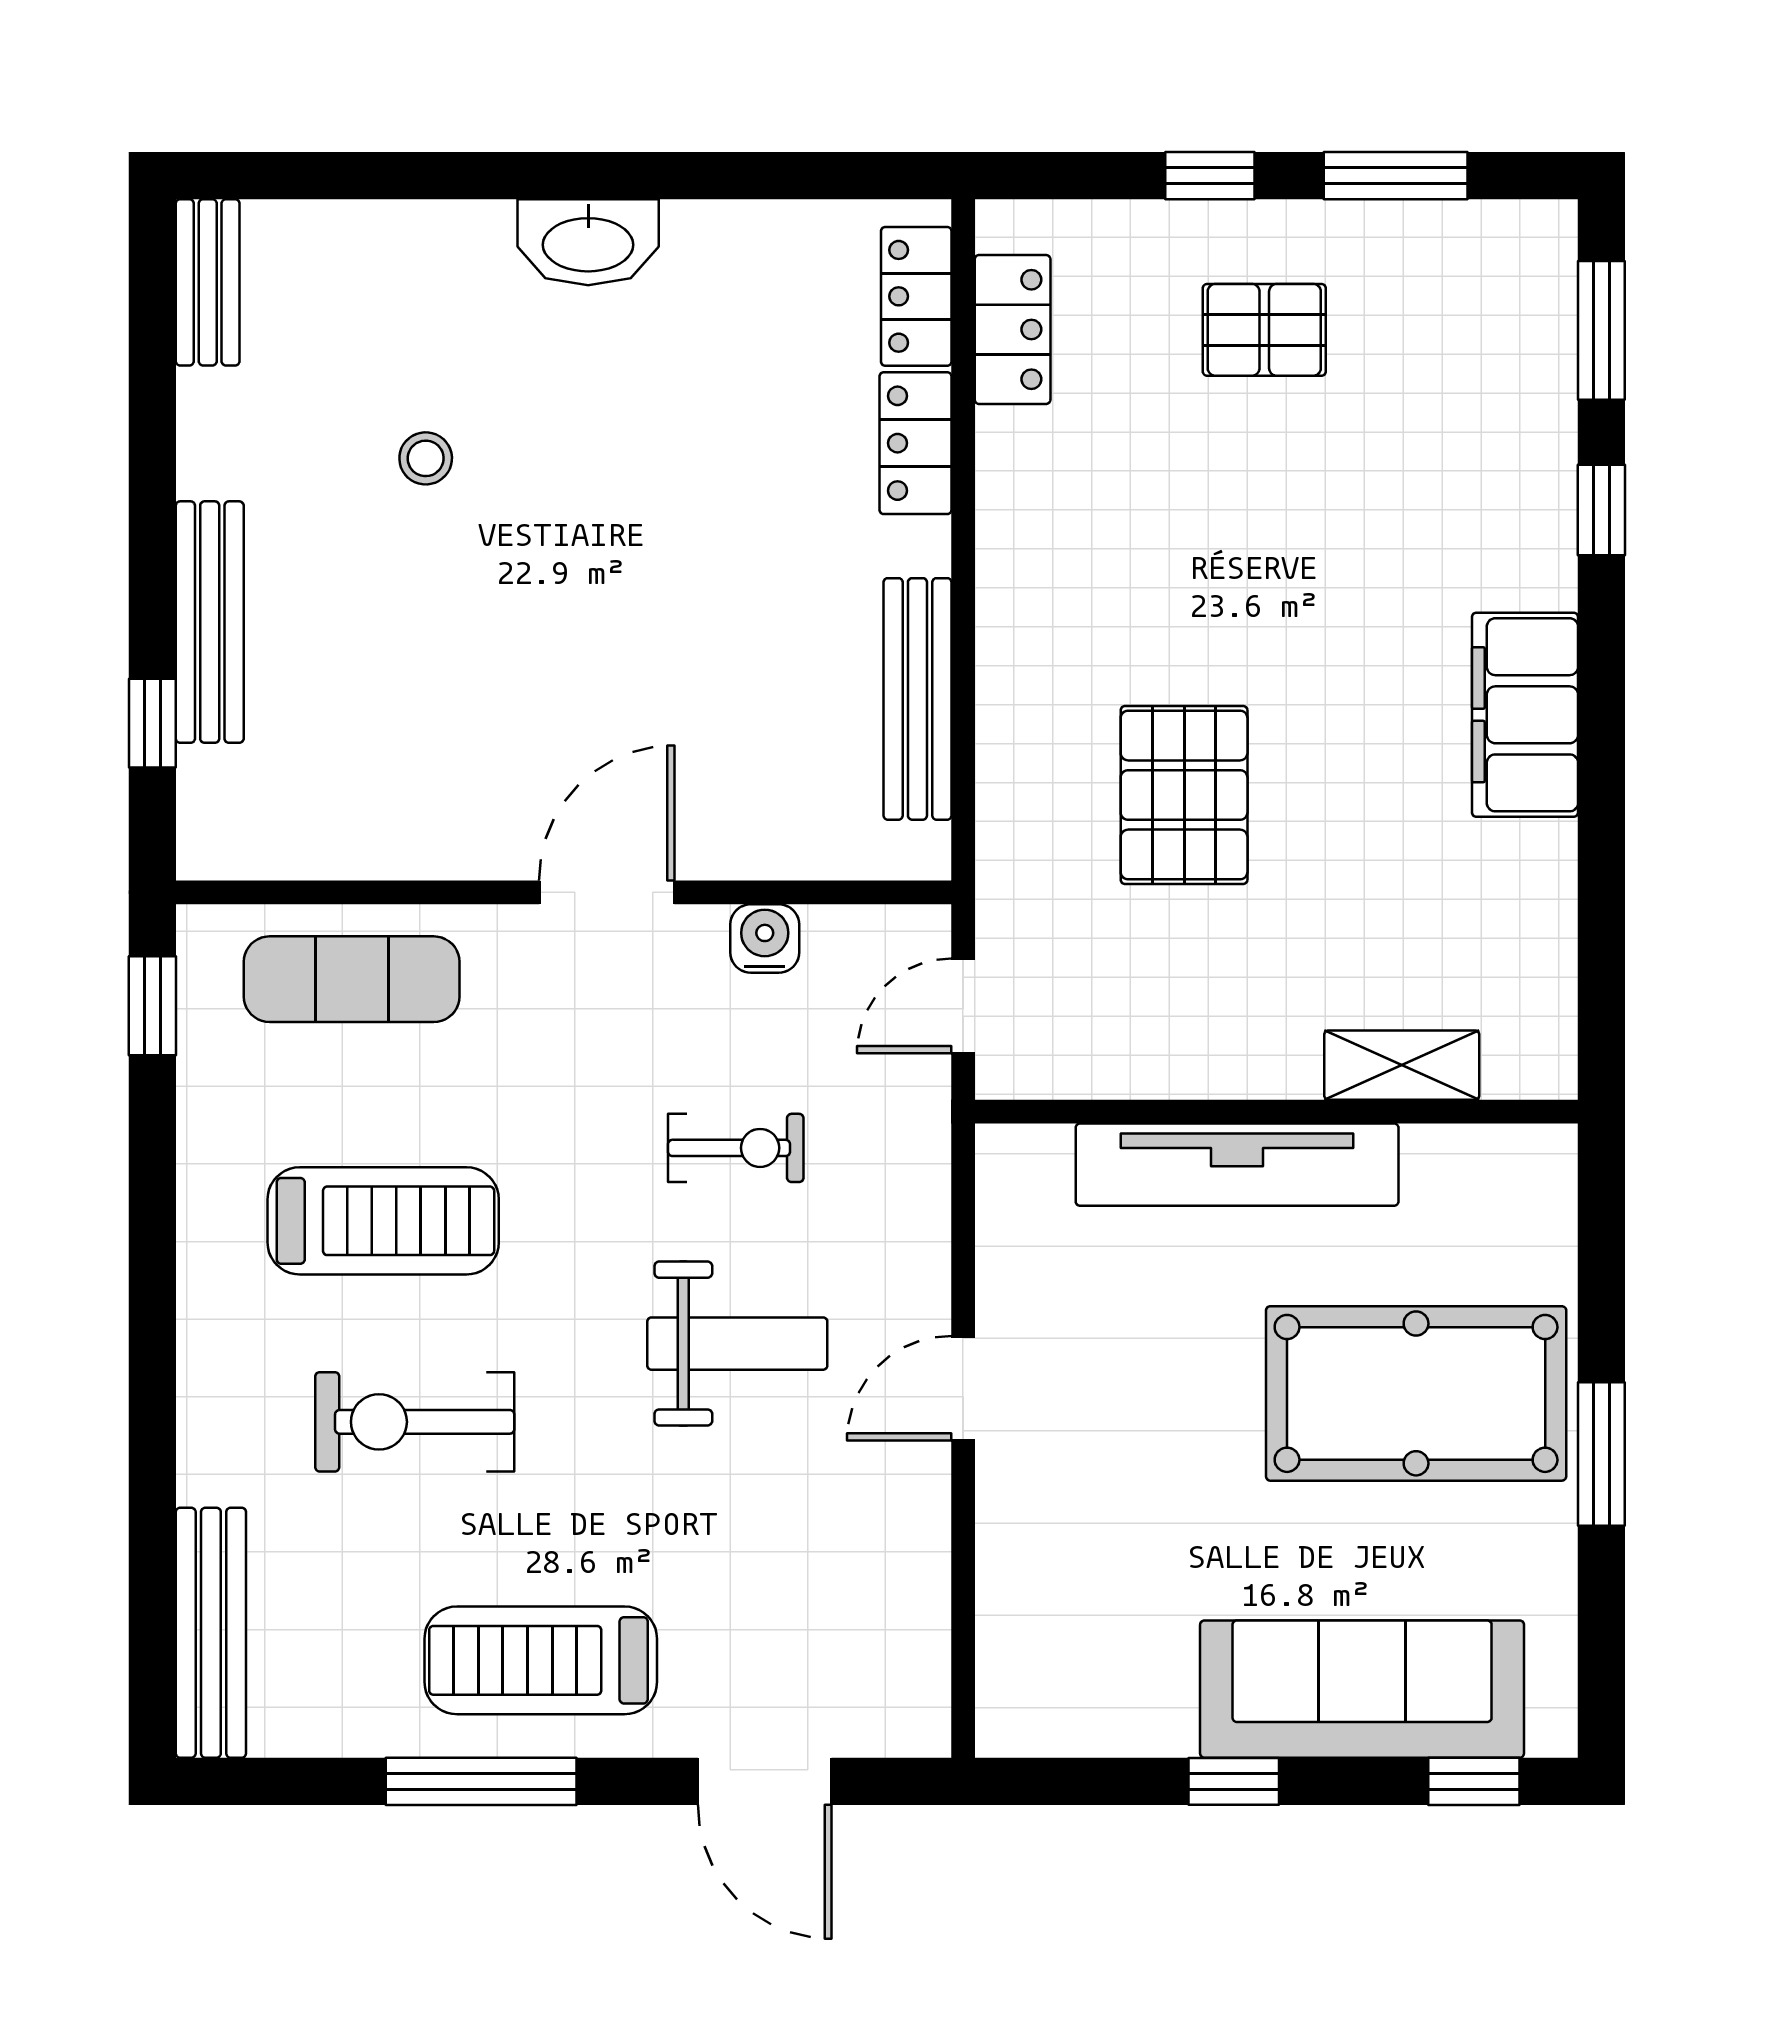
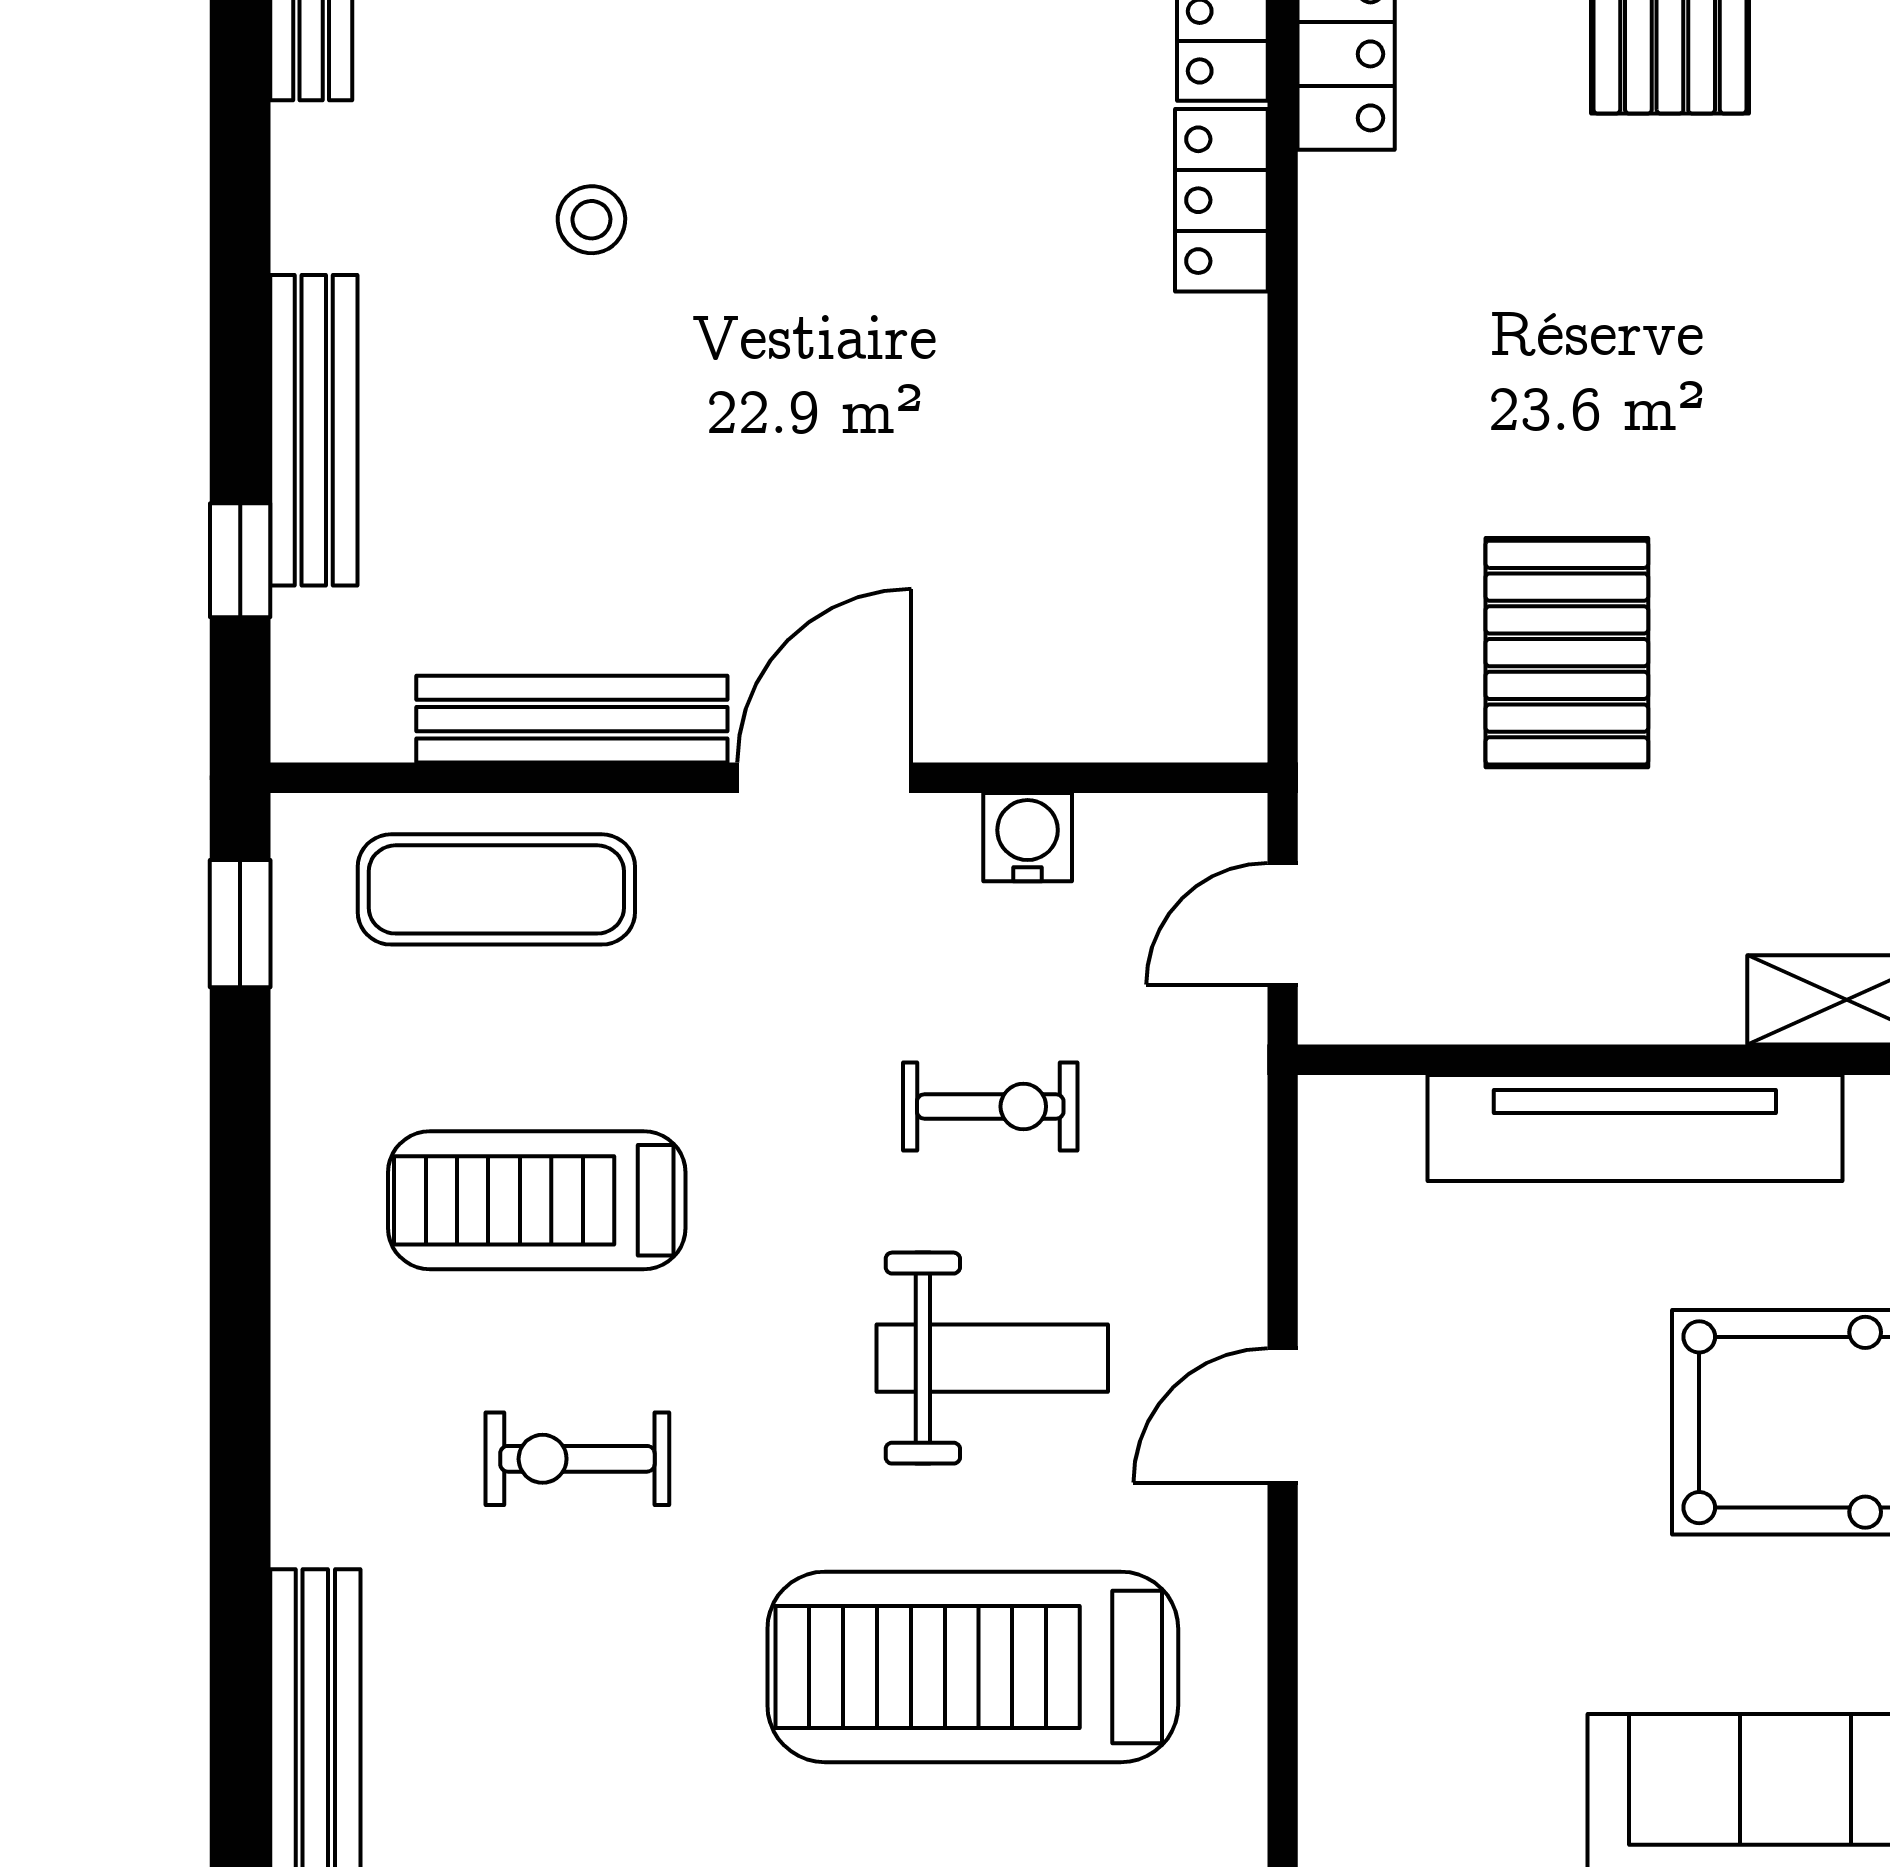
bench: (917, 699) -> (572, 719), moved, turned 90
treadmill: (383, 1221) -> (537, 1200), turned 180
exercise bike: (415, 1422) -> (577, 1459), width x0.73, depth x0.72
treadmill: (541, 1660) -> (973, 1667), moved, width x1.37, depth x1.38

